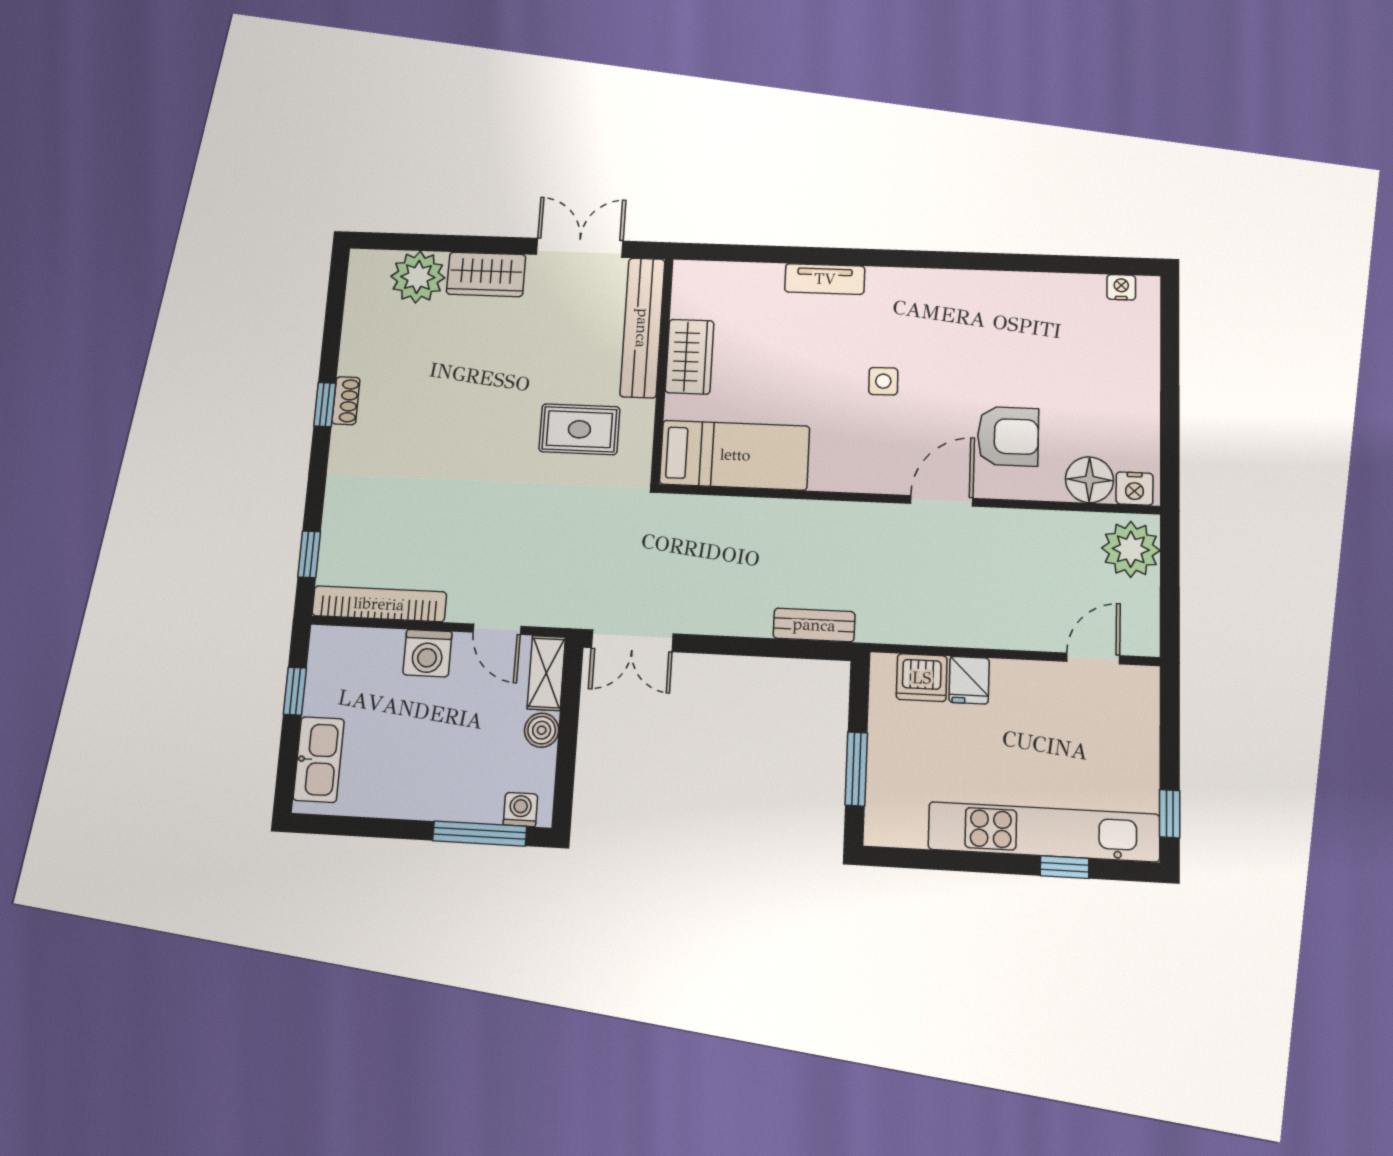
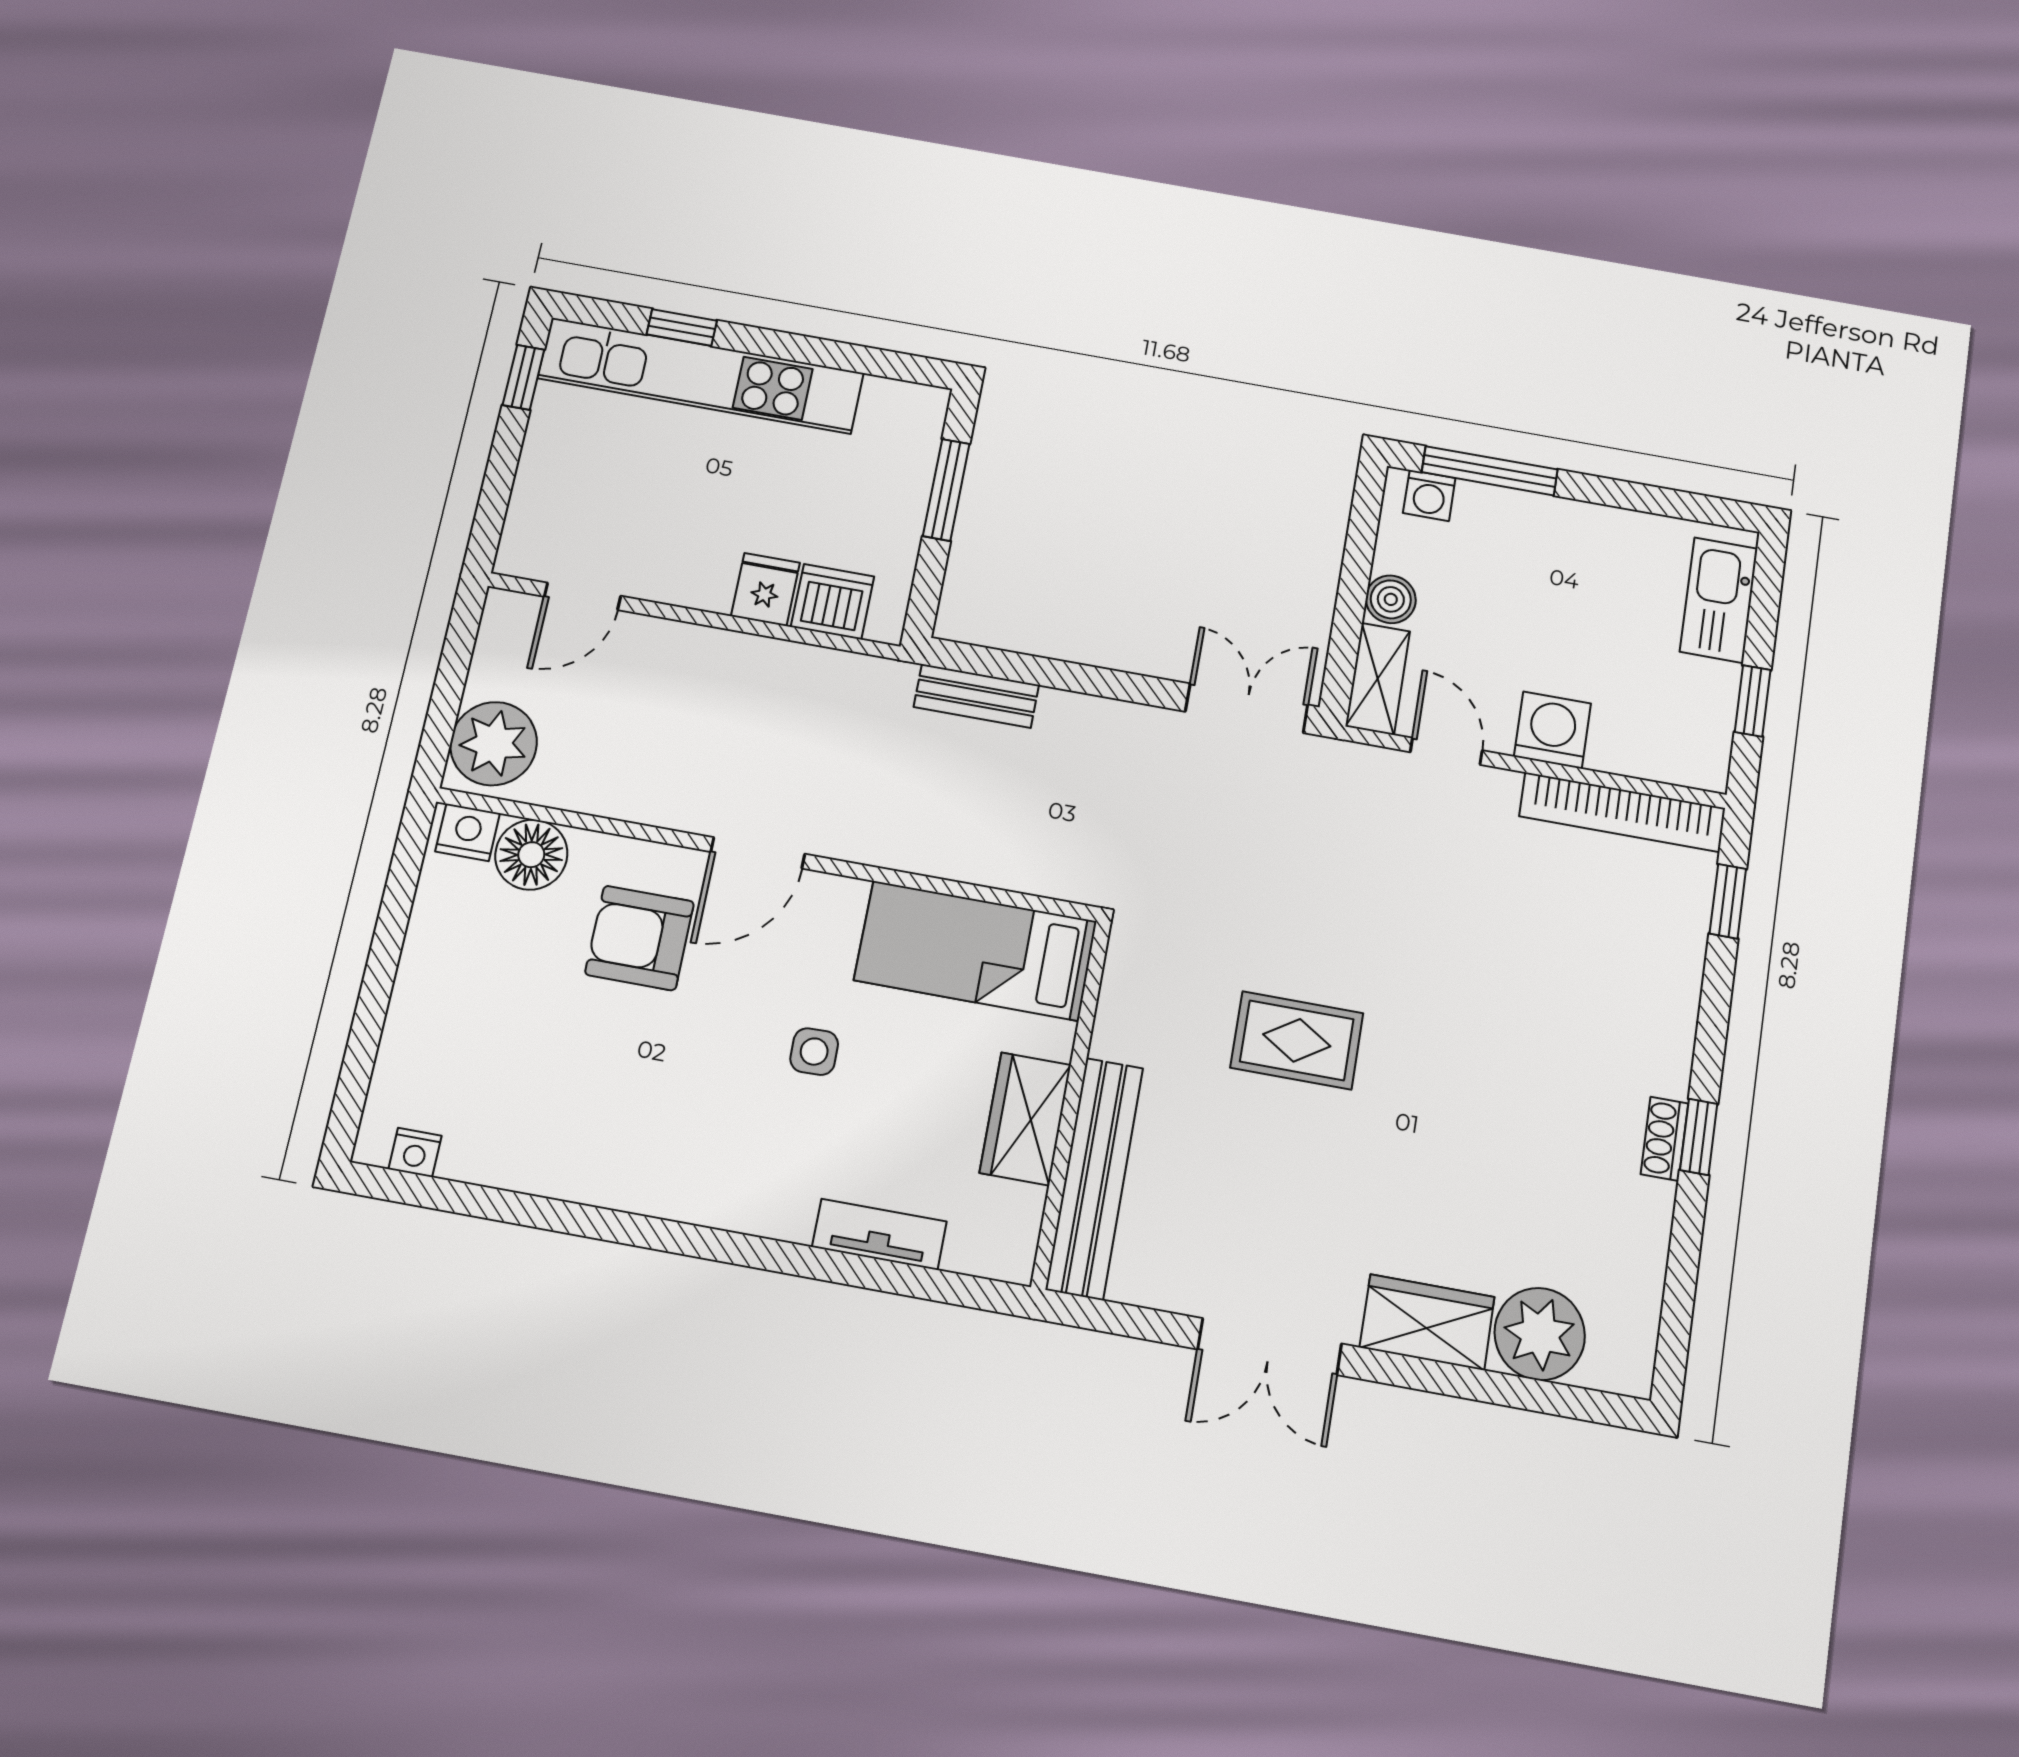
bench: (642, 328) -> (1094, 1178), moved
wardrobe: (690, 357) -> (1025, 1119), moved
wall: (662, 370) -> (1071, 1103), moved
bed: (735, 455) -> (976, 951), moved

